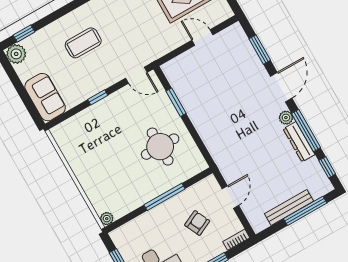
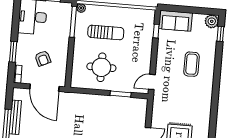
window: (98, 97) -> (156, 31), moved
sun lounger: (116, 170) -> (106, 32), added
window: (164, 197) -> (73, 22), moved
door: (230, 197) -> (44, 88), width x1.87

